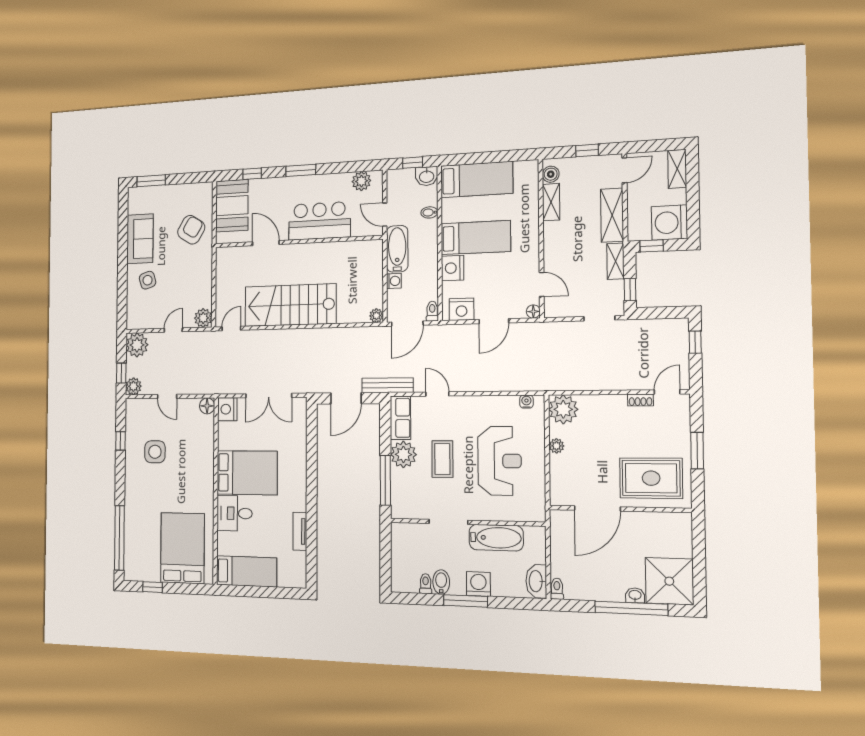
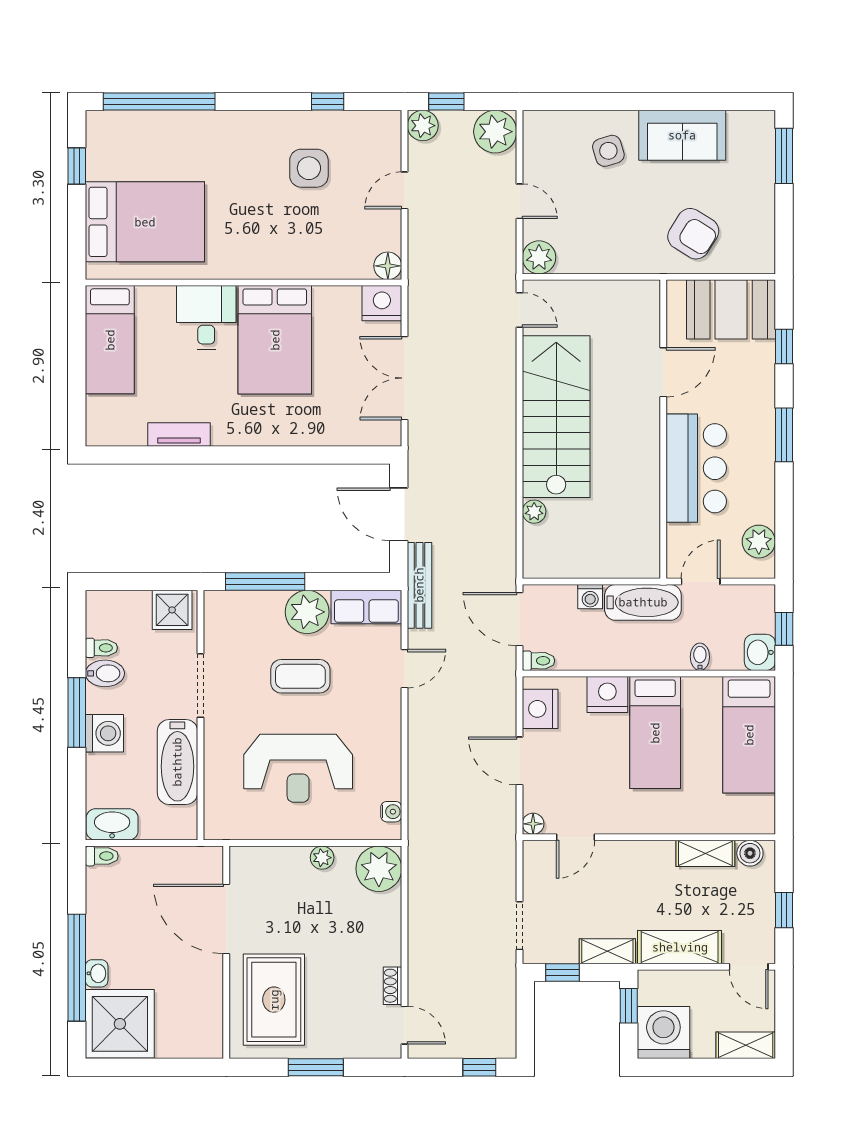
plant: (376, 316) -> (534, 512), moved
shower: (402, 538) -> (172, 610), added

